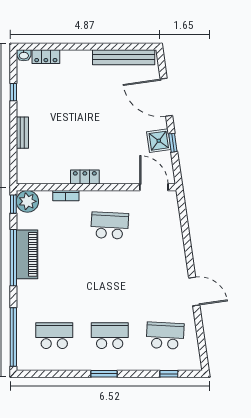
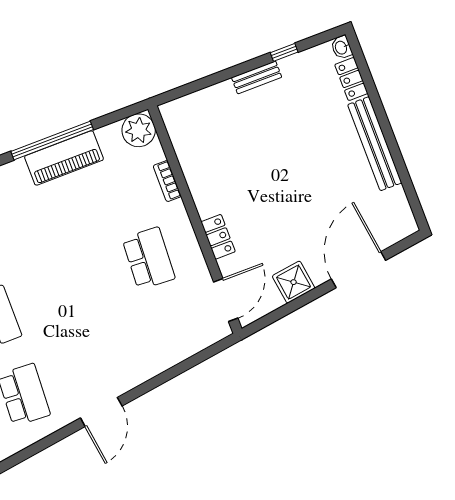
bench: (124, 57) -> (375, 144), moved
bench: (22, 133) -> (257, 77), moved
window: (173, 143) -> (298, 303), removed
locker: (85, 177) -> (218, 237), moved
window: (13, 204) -> (127, 112), removed

